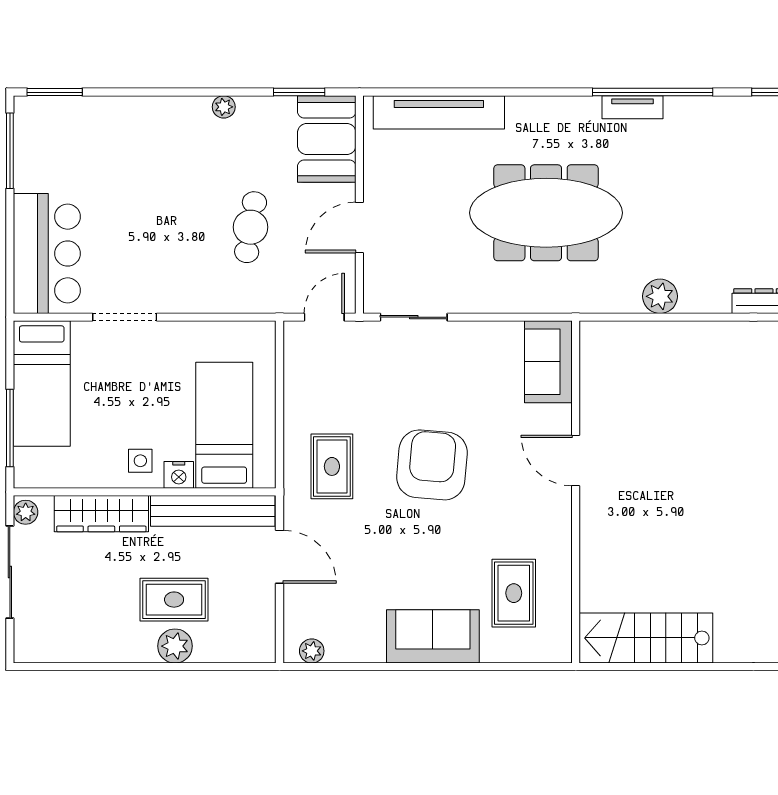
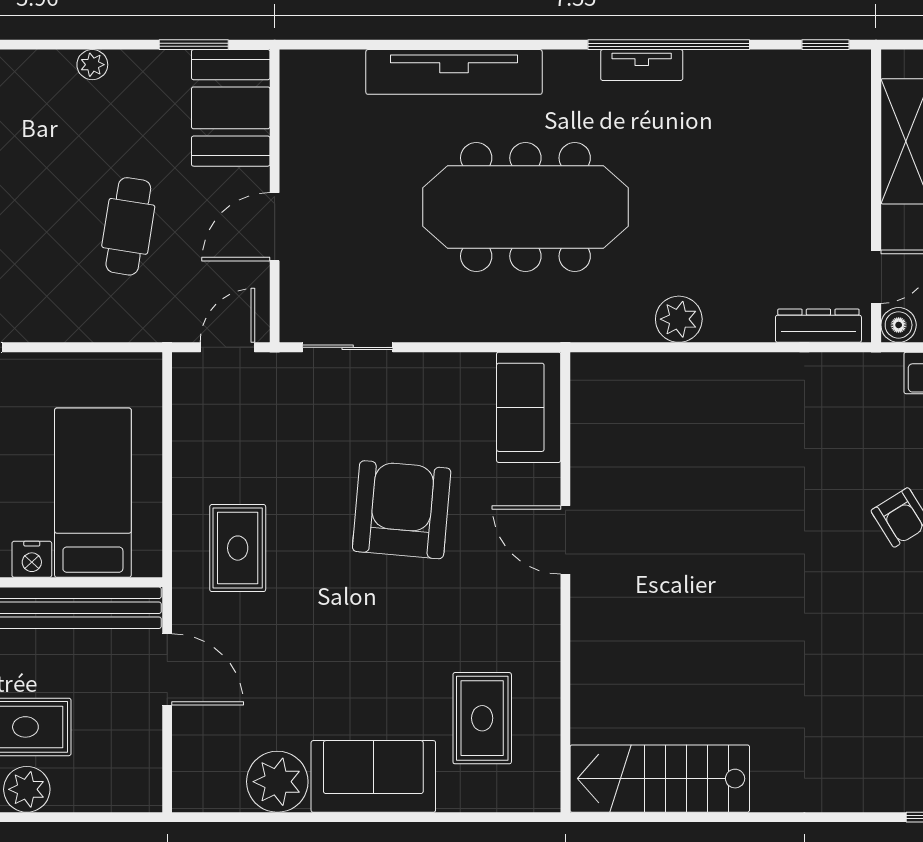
tv unit: (439, 112) -> (454, 72), moved
armchair: (432, 465) -> (402, 510), moved
plant: (312, 651) -> (277, 782), moved, width x1.88, depth x1.88

